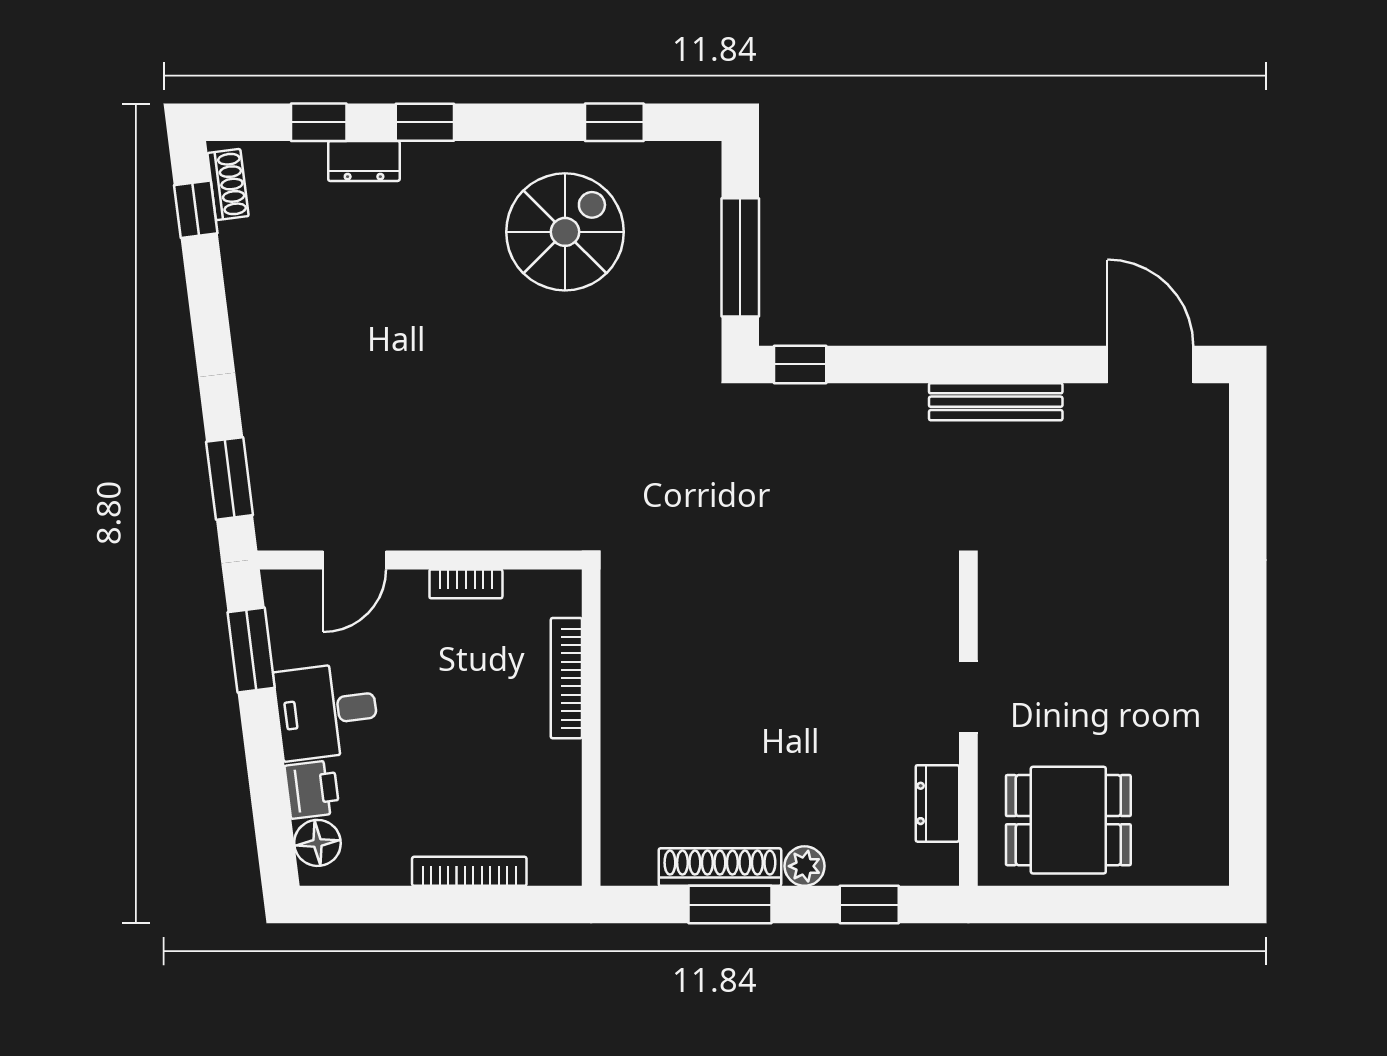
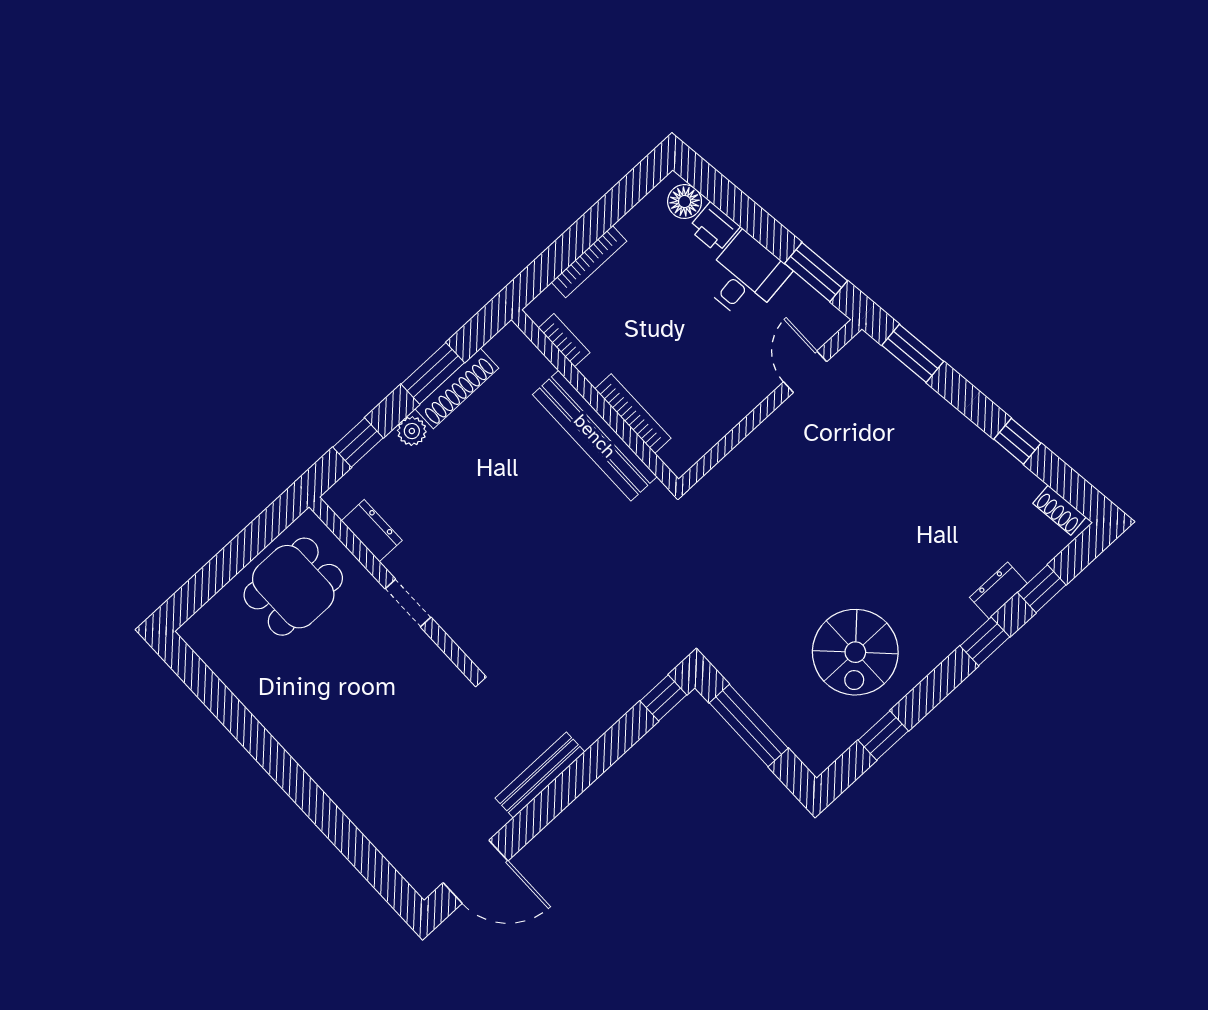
window: (196, 209) -> (1017, 441), moved
bookcase: (466, 584) -> (564, 340), moved, turned 90
bench: (625, 691) -> (595, 436), added

